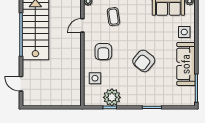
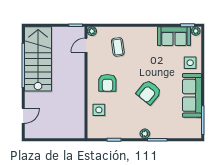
door: (82, 25) -> (86, 45), moved
door: (21, 84) -> (23, 116), swing flipped
plant: (112, 97) -> (145, 134), moved, width x0.53, depth x0.53

